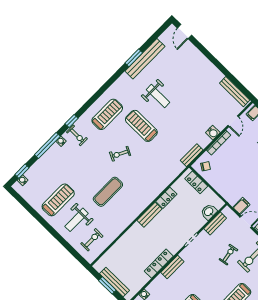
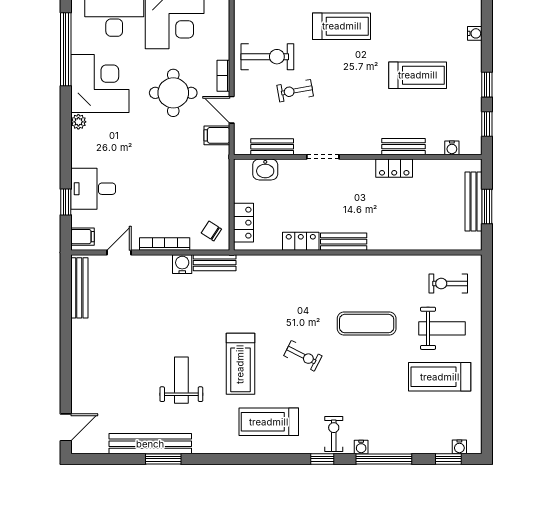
water cooler: (213, 133) -> (182, 264), moved
locker: (159, 264) -> (394, 168), width x0.66
bench: (172, 267) -> (403, 147), moved

